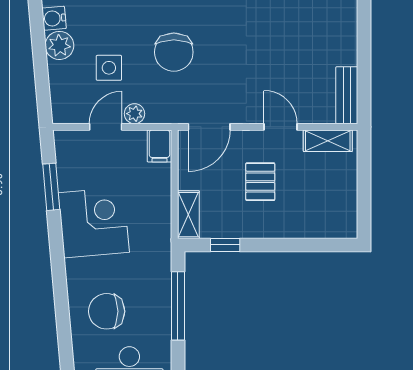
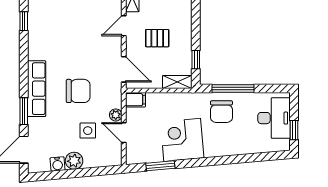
chair: (107, 311) -> (221, 112), moved

